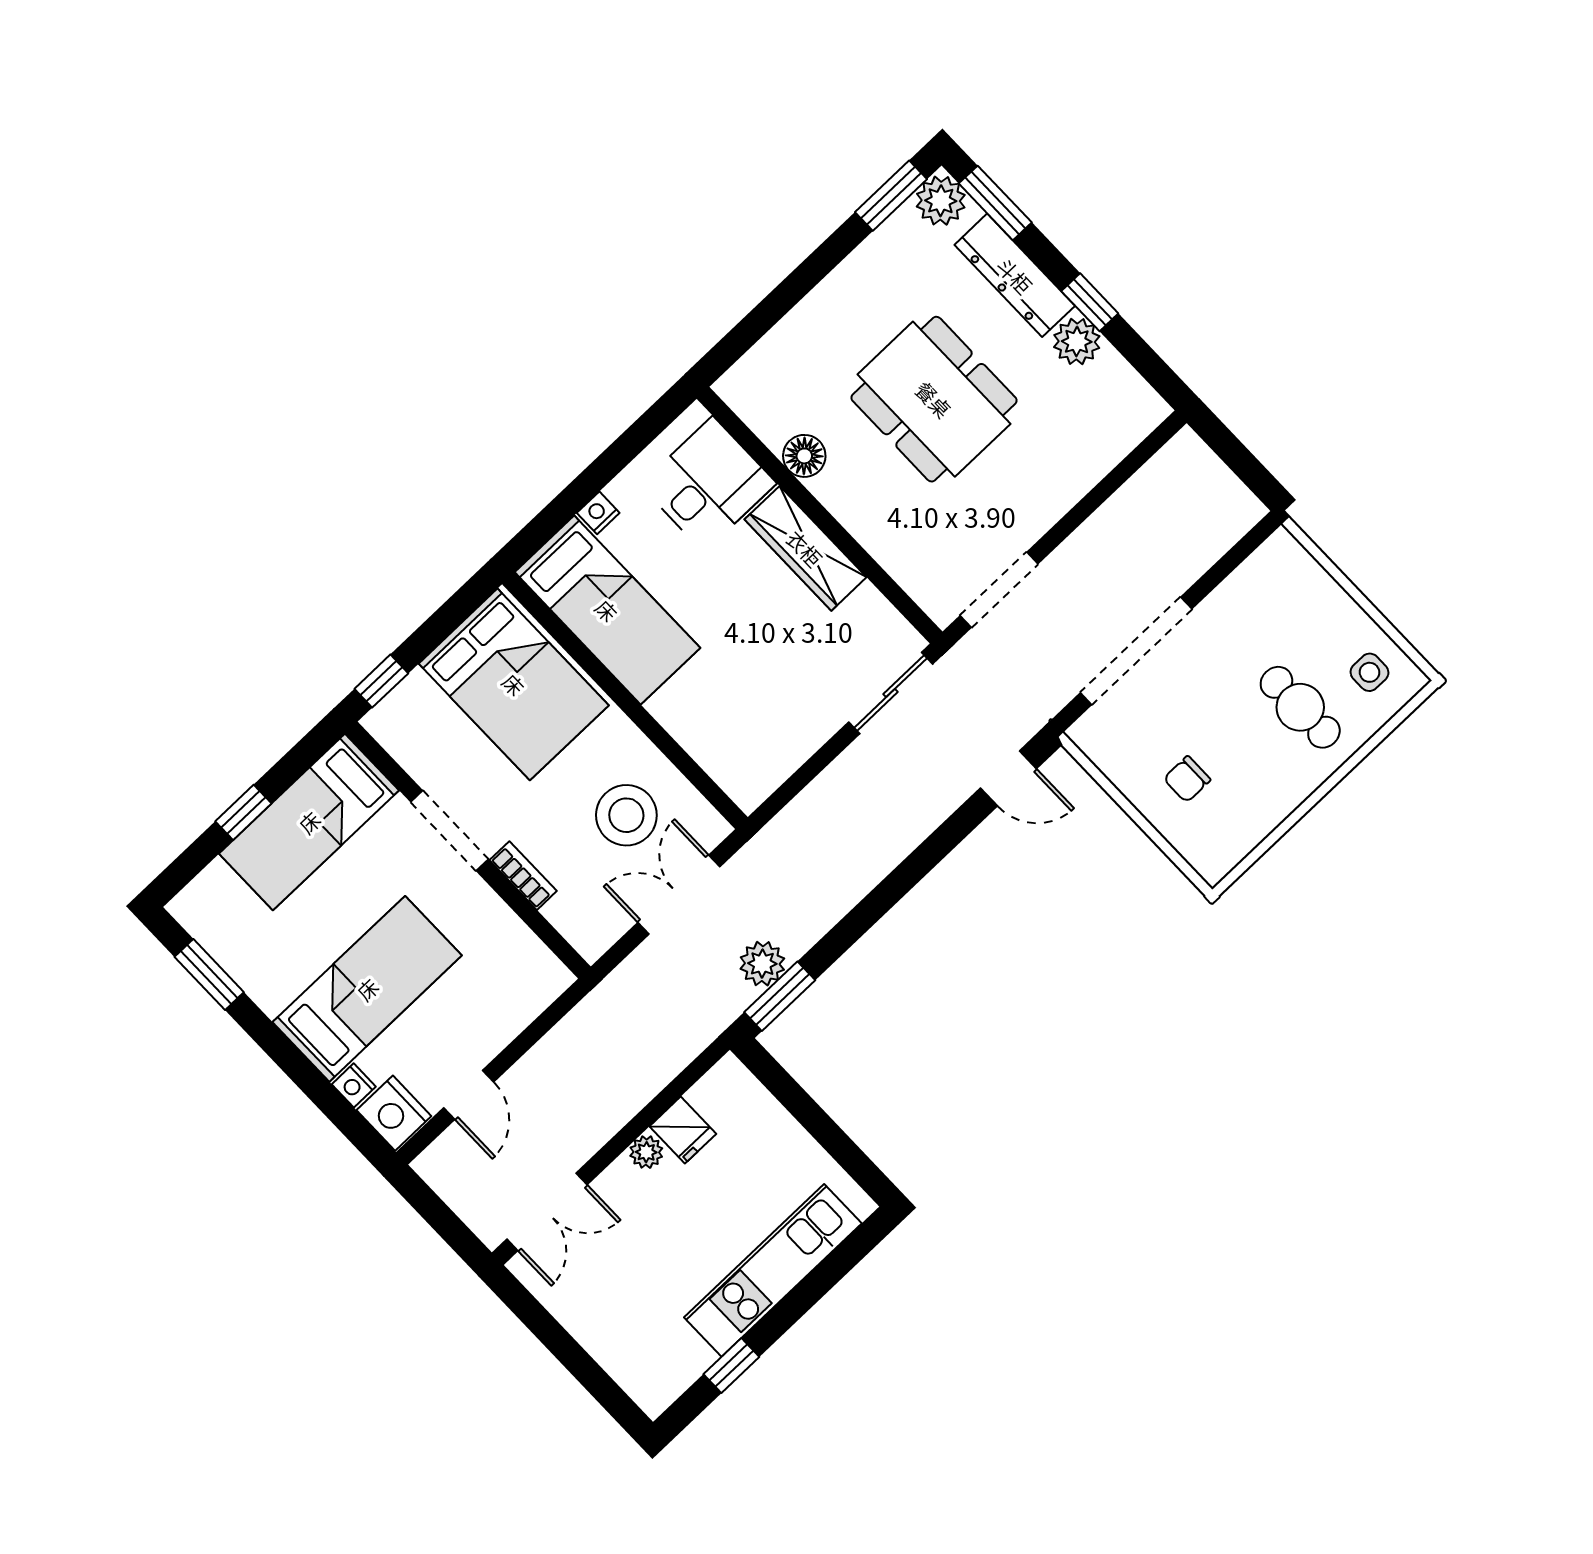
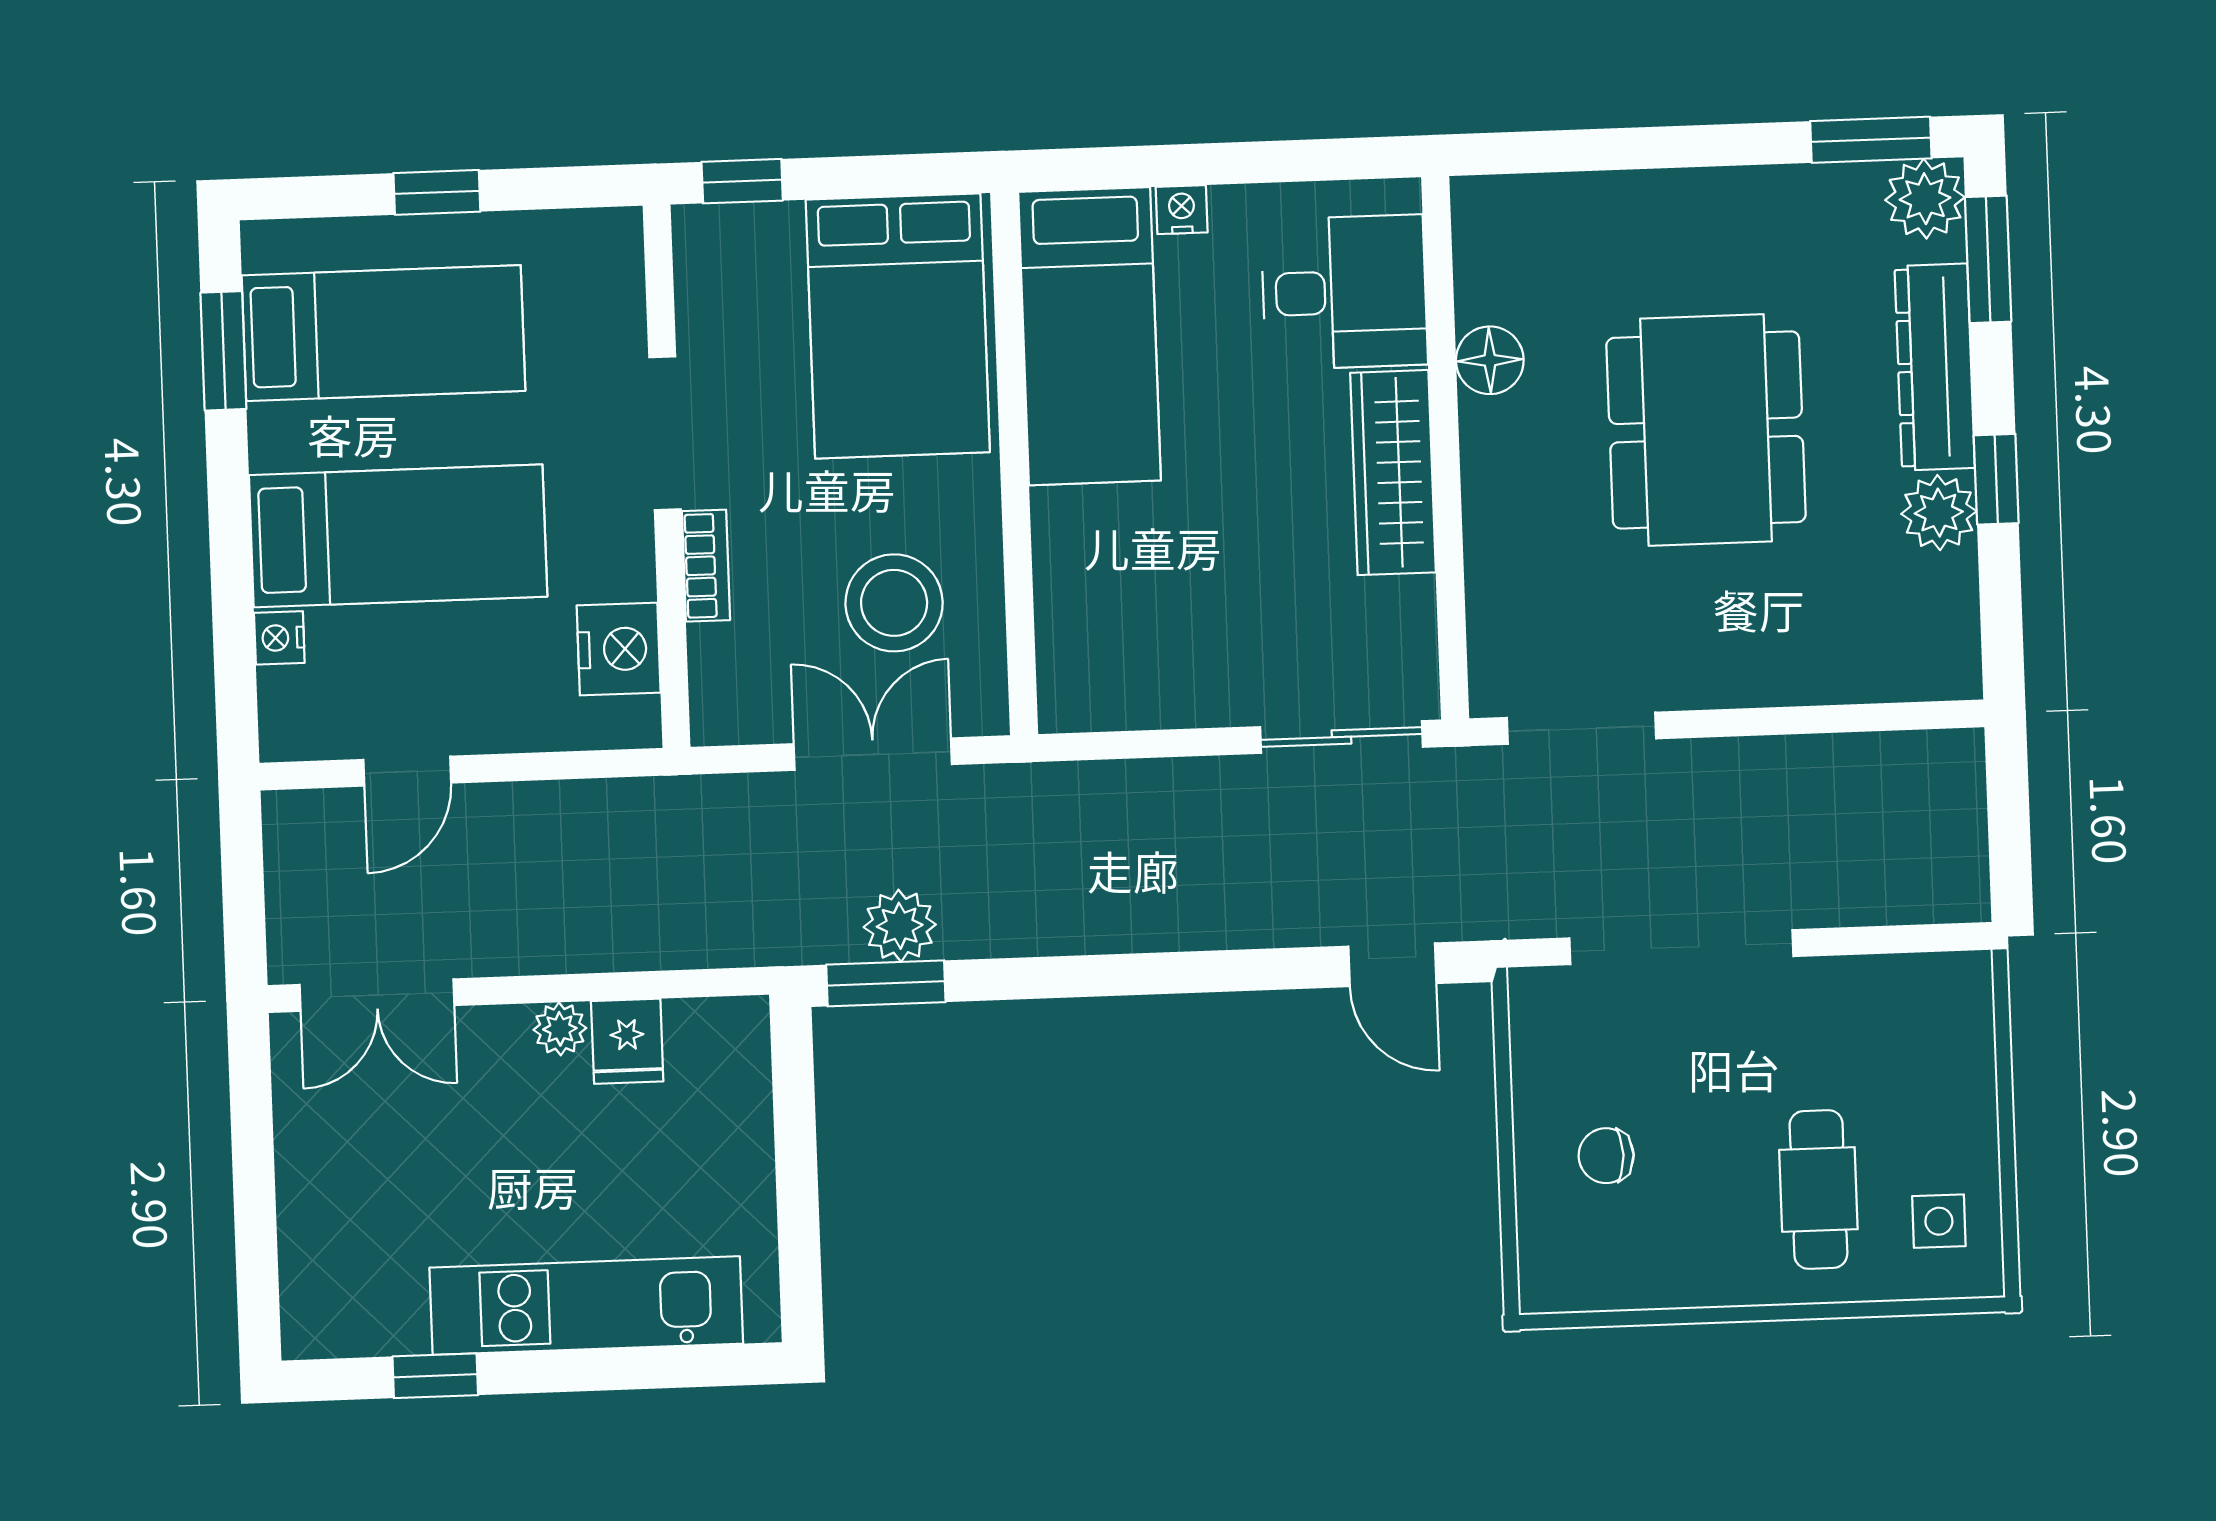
bed: (309, 822) -> (383, 333), moved, turned 180
nightstand: (394, 1113) -> (619, 649), moved, turned 180

